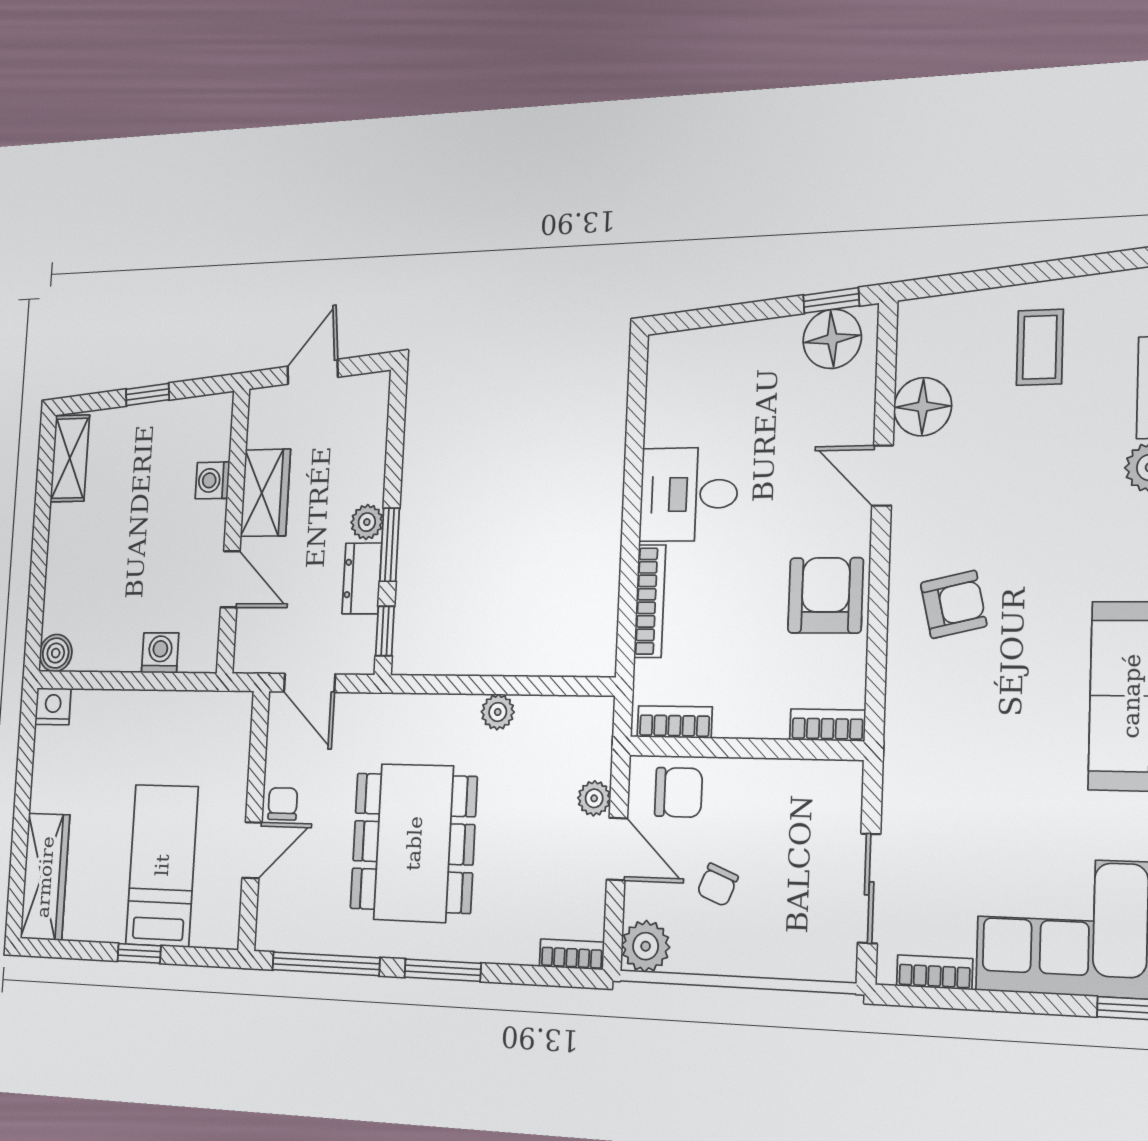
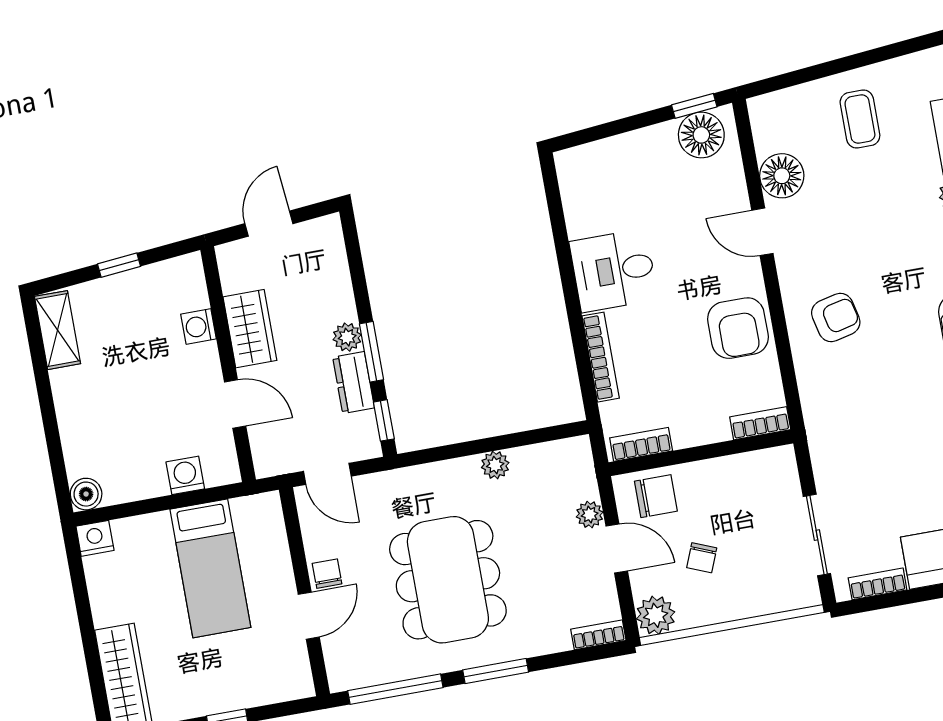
armchair: (826, 595) -> (738, 328), turned 180
bed: (162, 865) -> (210, 568), moved, turned 180

